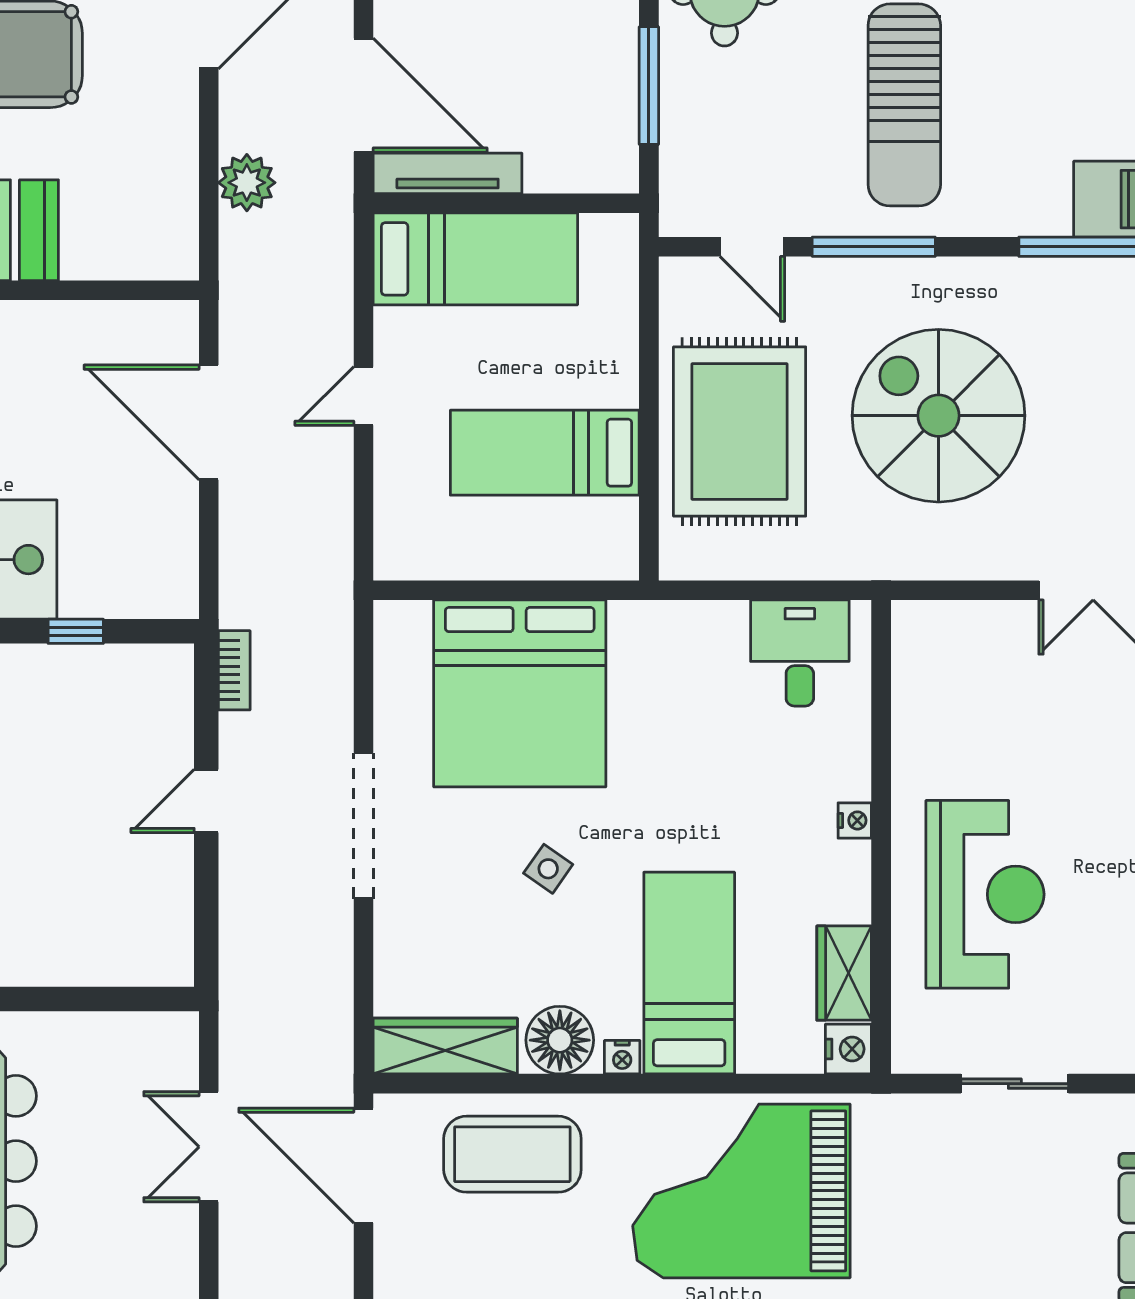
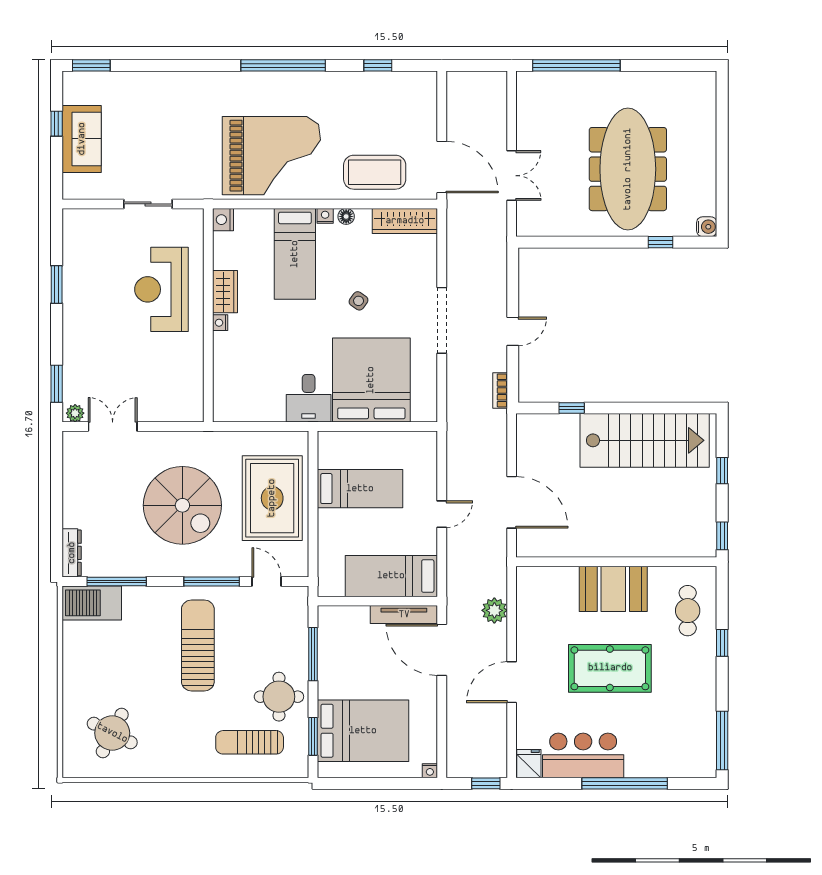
desk: (800, 653) -> (309, 398), moved
wardrobe: (844, 973) -> (225, 292), moved
floor lamp: (560, 1040) -> (346, 216), width x0.53, depth x0.53

